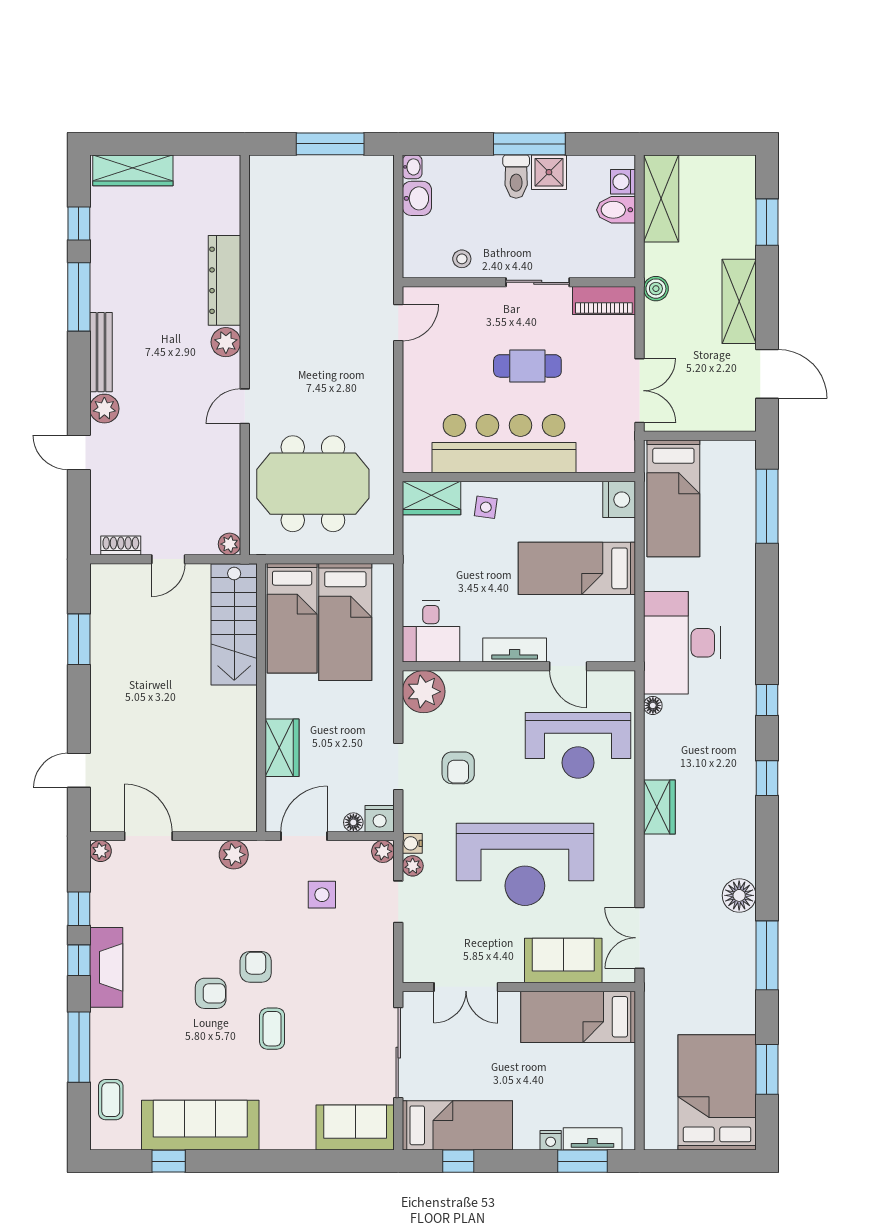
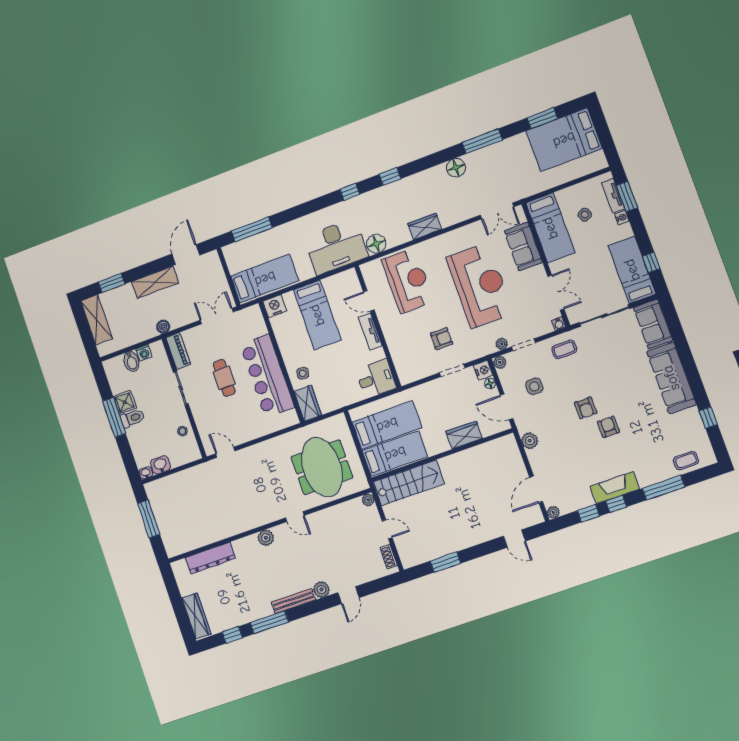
washing machine: (623, 182) -> (144, 353), moved
shelving: (661, 199) -> (97, 320), moved, turned 90
dresser: (225, 280) -> (210, 558), moved
door: (568, 666) -> (369, 301), swing flipped
plant: (424, 692) -> (408, 371), removed
floor lamp: (653, 705) -> (376, 244), width x1.89, depth x1.89
water cooler: (412, 843) -> (559, 324), moved
armchair: (256, 967) -> (586, 408), turned -90
coffee table: (272, 1029) -> (564, 349), moved
side table: (579, 1081) -> (585, 215), added
sofa: (200, 1125) -> (671, 378), moved

